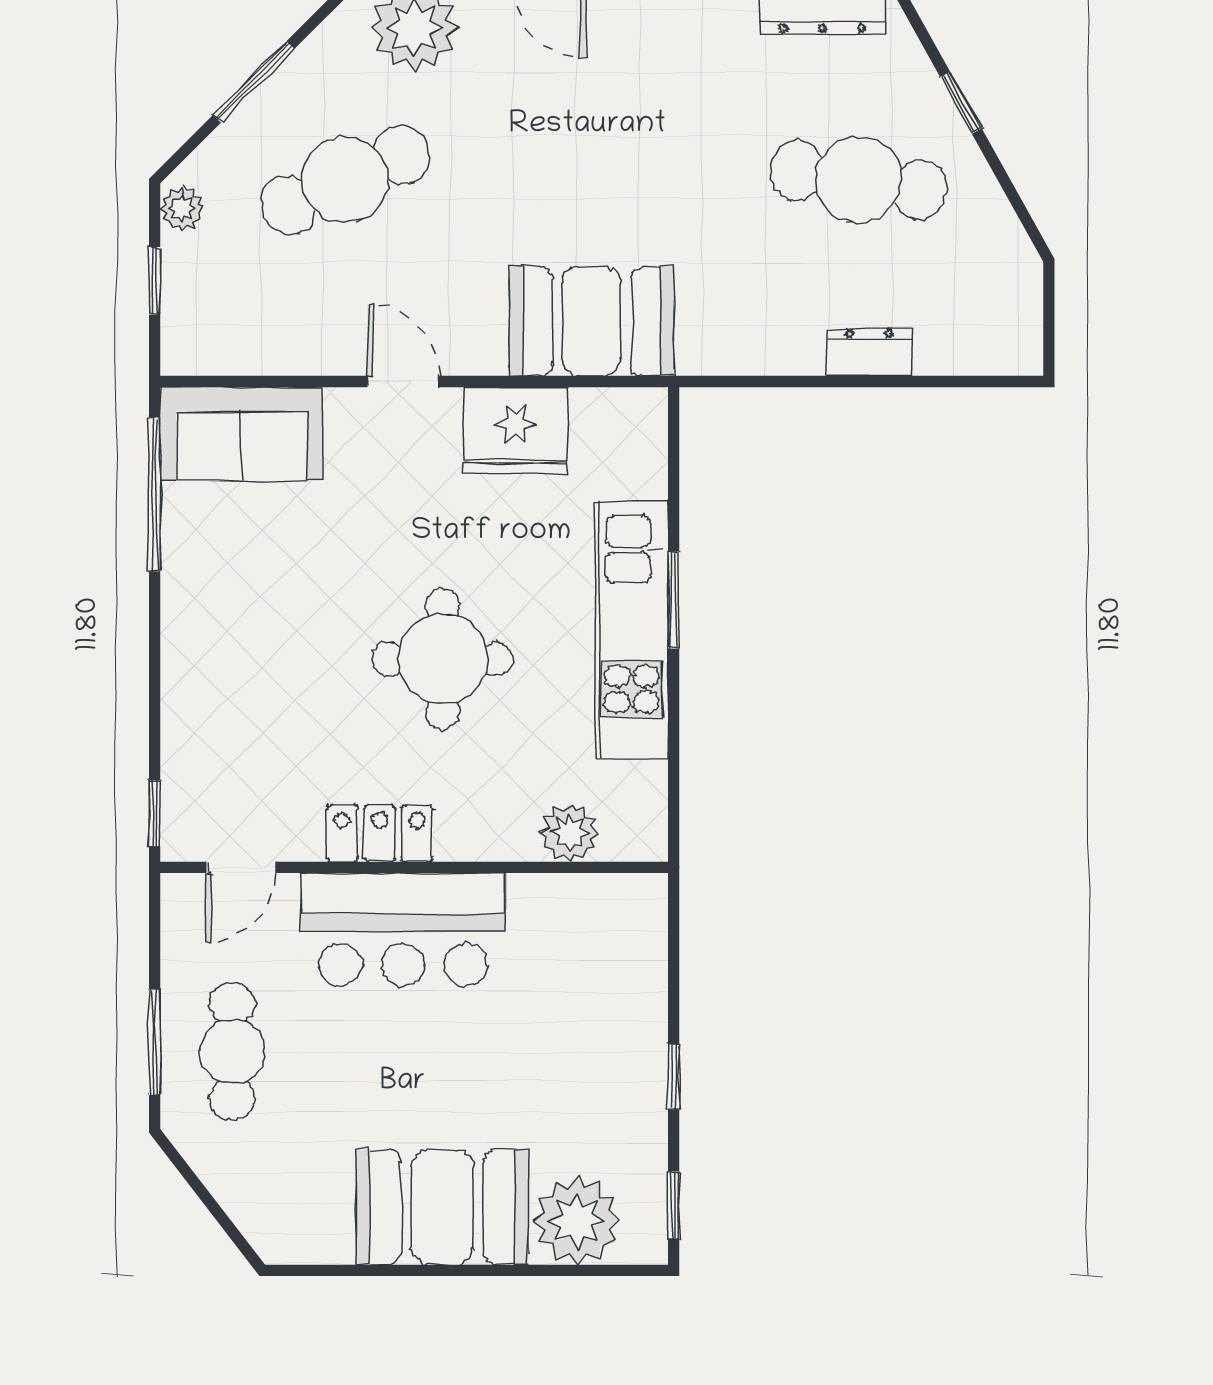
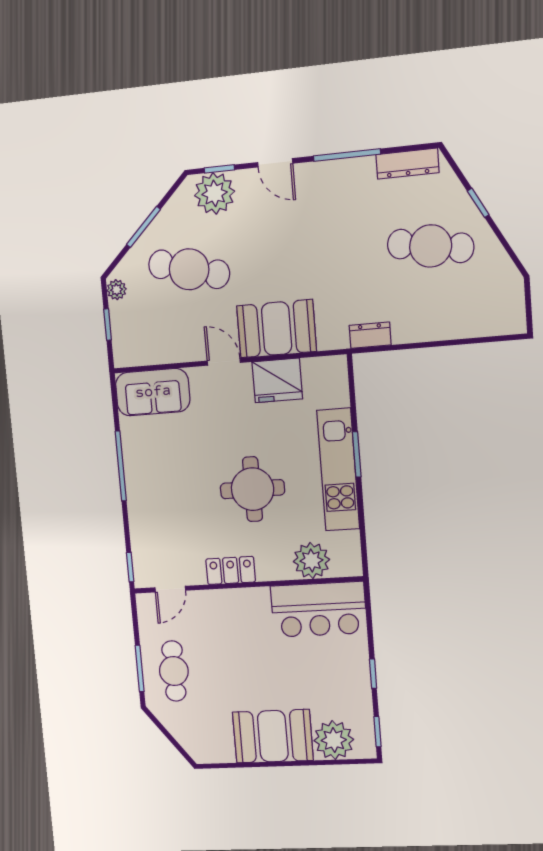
cafe table: (345, 180) -> (189, 269), turned 39
booth: (591, 321) -> (277, 329), moved
dresser: (869, 352) -> (370, 335), moved
window: (155, 494) -> (121, 466), moved
plant: (569, 833) -> (311, 561), width x1.36, depth x1.36
bar counter: (403, 930) -> (319, 609), moved

